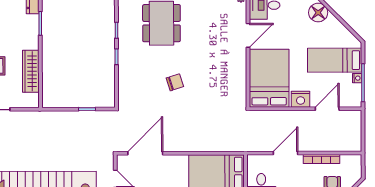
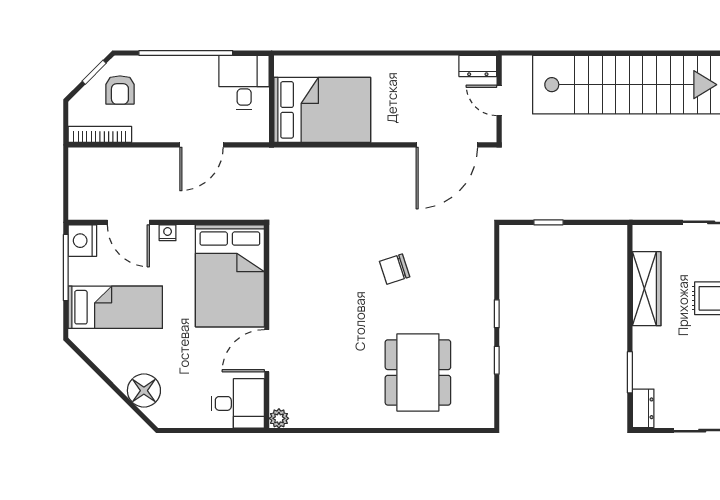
nightstand: (357, 78) -> (82, 241), moved, width x1.89, depth x1.79
nightstand: (301, 99) -> (168, 233), width x0.53, depth x0.56
door: (327, 109) -> (128, 222), hinge flipped
bookcase: (321, 159) -> (100, 134), moved

